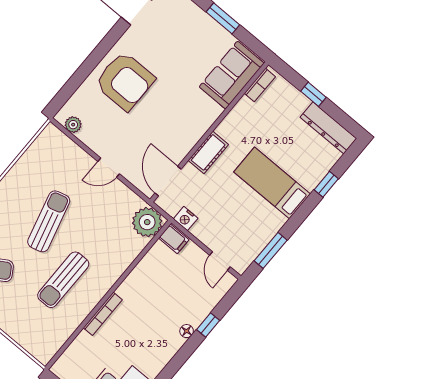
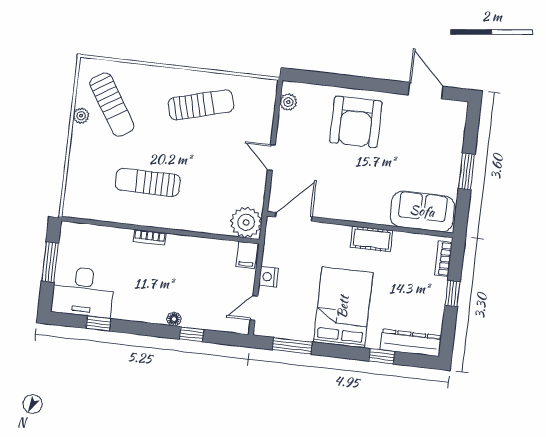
bookcase: (260, 85) -> (443, 259), moved, turned 90
dresser: (328, 128) -> (411, 343), moved, turned 90
cot: (208, 152) -> (372, 239), moved
bed: (272, 183) -> (343, 307), width x1.50
nightstand: (186, 219) -> (268, 277), moved
sun lounger: (49, 221) -> (201, 105), moved
bookcase: (103, 314) -> (150, 237), width x0.64

